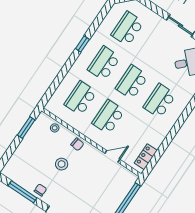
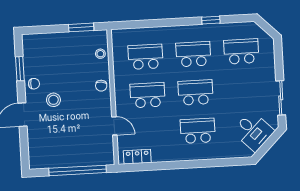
window: (82, 44) -> (211, 20), moved
stool: (62, 164) -> (53, 100), moved
window: (22, 192) -> (20, 69), width x0.69

